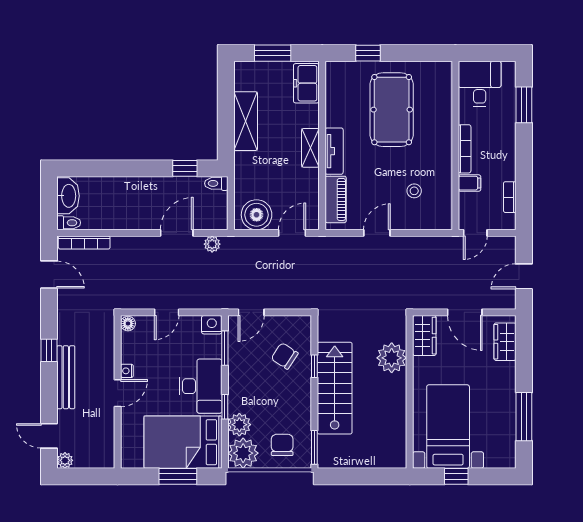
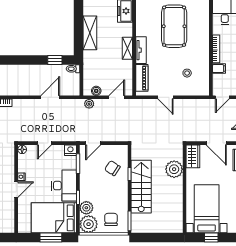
boiler: (257, 215) -> (96, 91), width x0.54, depth x0.54
door: (377, 233) -> (166, 97), swing flipped
plant: (212, 244) -> (89, 104), moved

